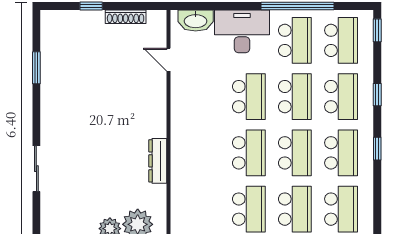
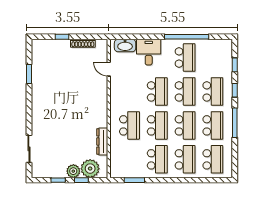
window: (377, 30) -> (235, 65), moved
desk: (242, 31) -> (149, 52), width x0.73
school desk: (341, 40) -> (129, 125), moved
window: (377, 149) -> (235, 123), width x2.17
dresser: (158, 161) -> (102, 141), moved
sliding door: (36, 169) -> (29, 149), moved

